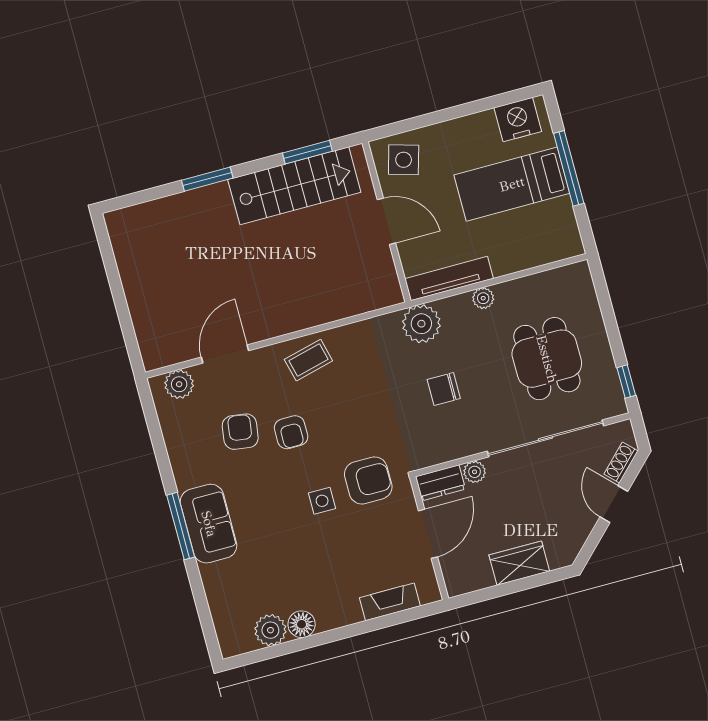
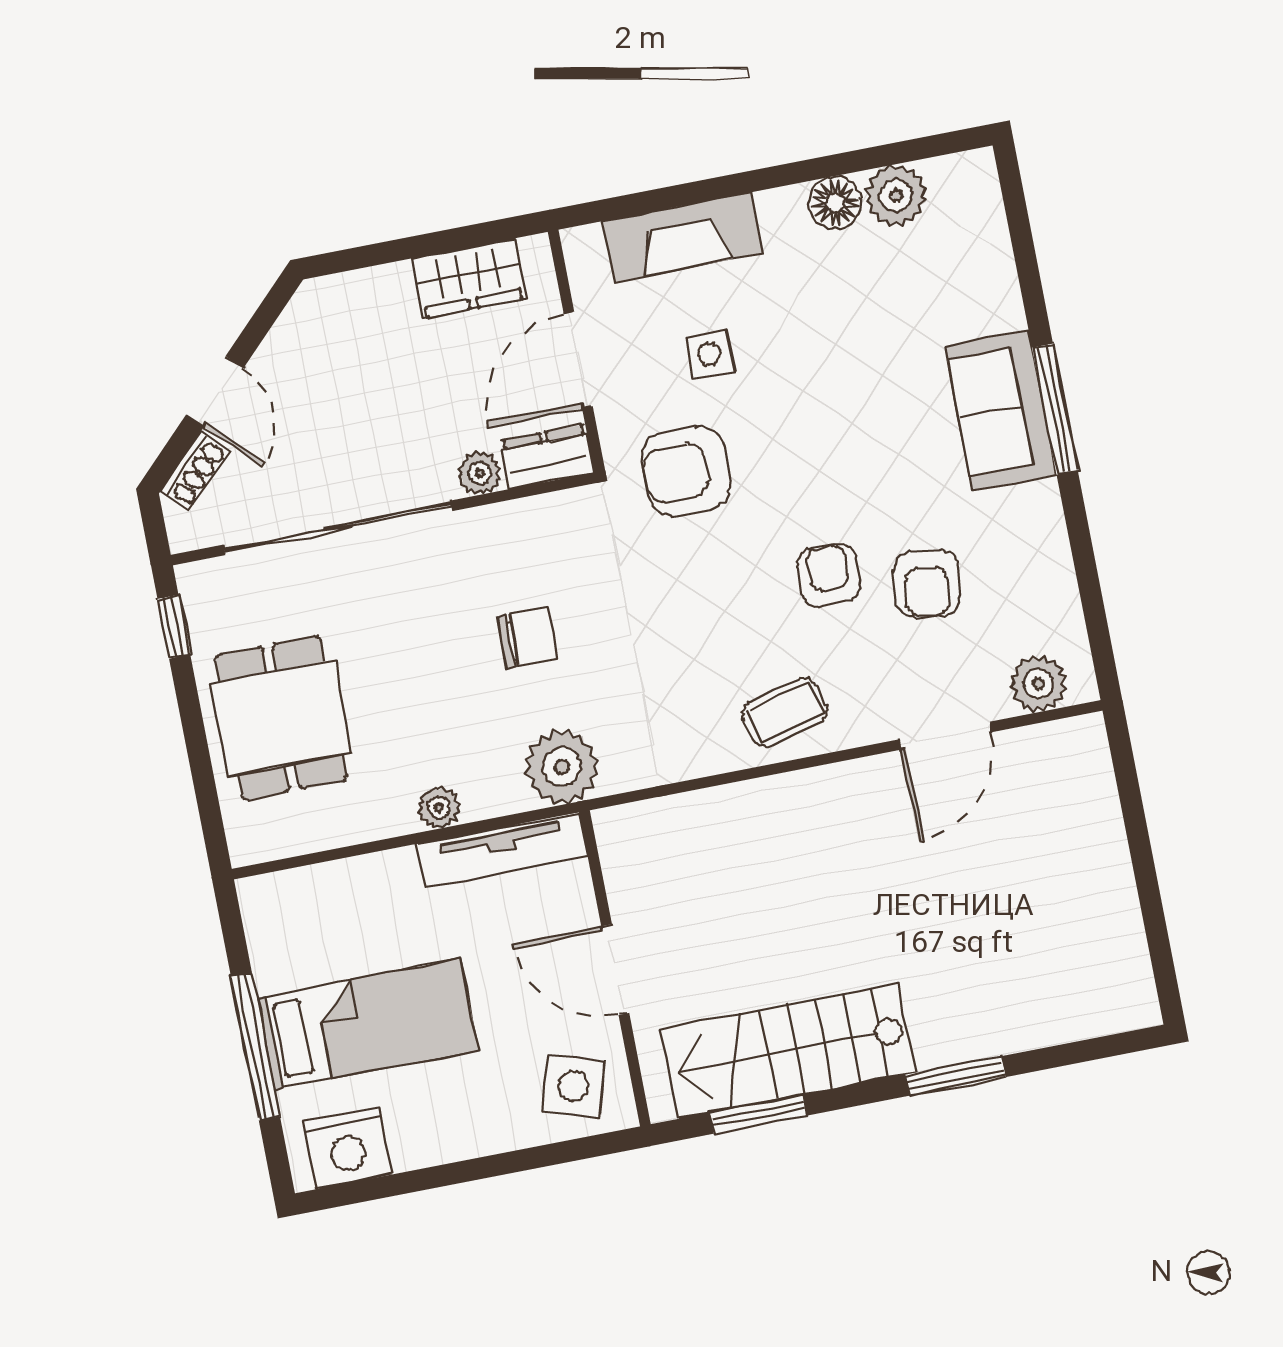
dining table: (547, 359) -> (281, 718), moved
side table: (322, 501) -> (709, 354), moved
wardrobe: (519, 563) -> (469, 278), moved
fireplace: (390, 602) -> (683, 237), width x1.37, depth x1.32

